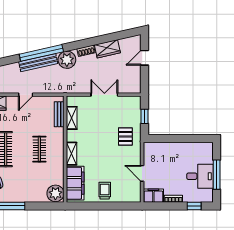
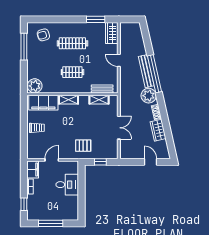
desk: (200, 176) -> (67, 185), moved, turned -90

